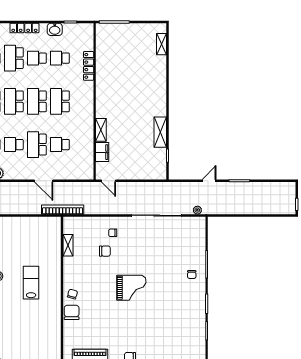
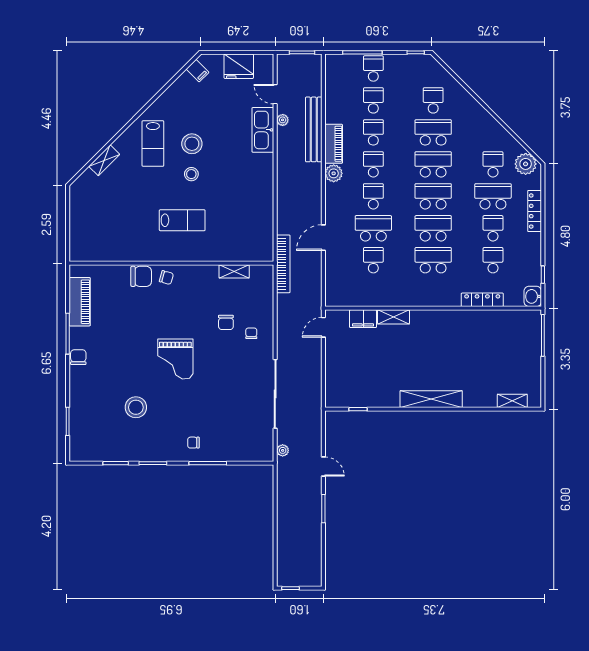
washbasin: (55, 29) -> (533, 296), moved
shelving: (160, 132) -> (431, 399), moved, width x1.47
stool: (166, 316) -> (136, 407), added

